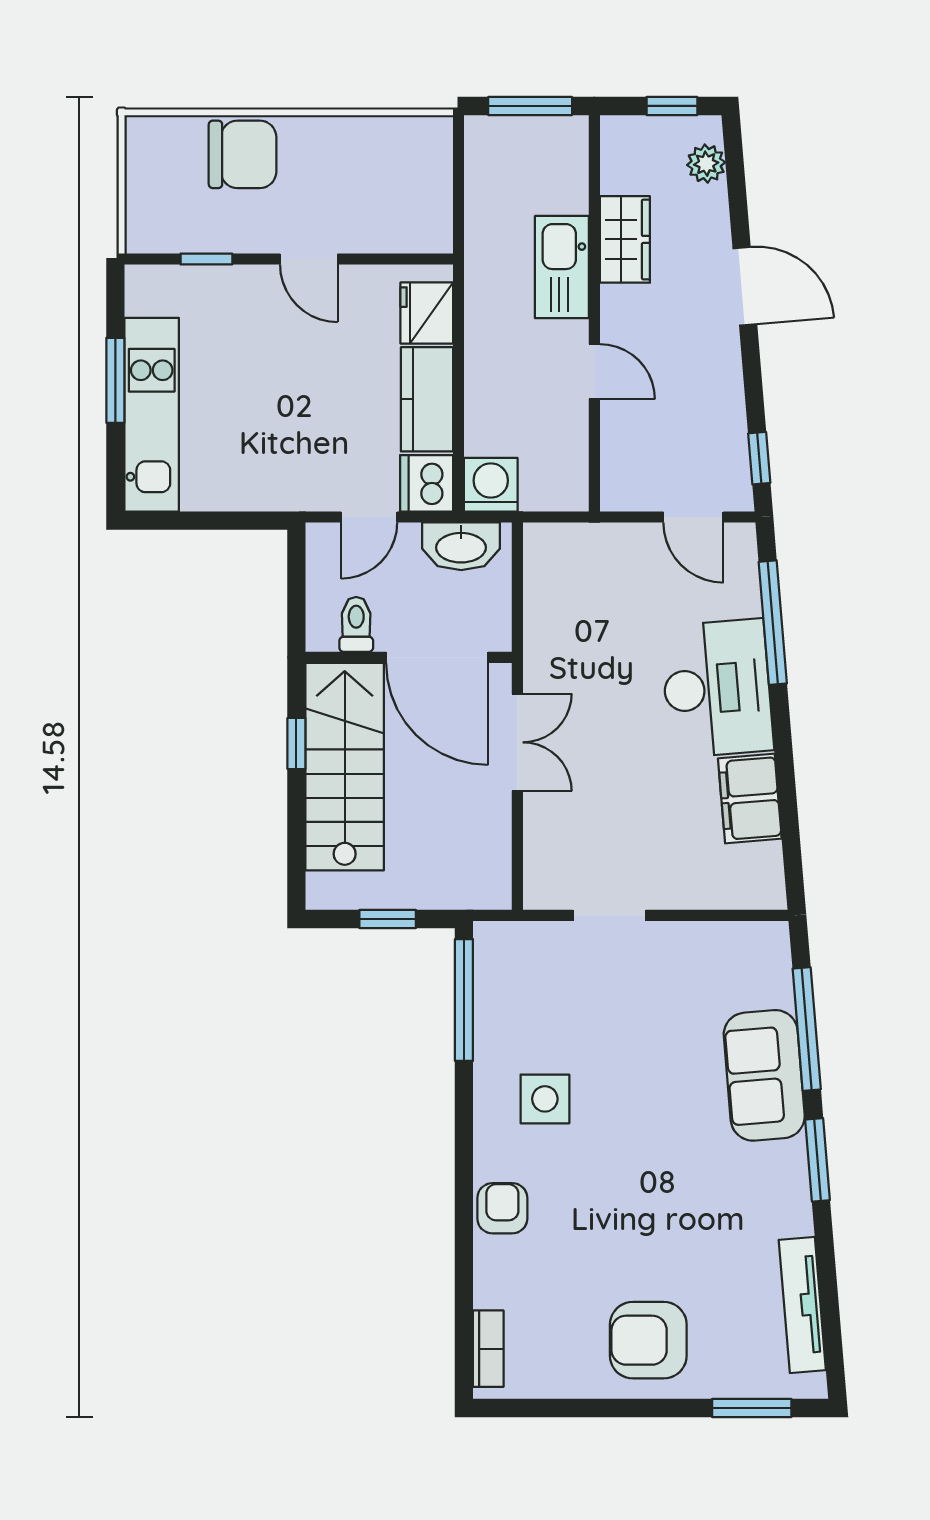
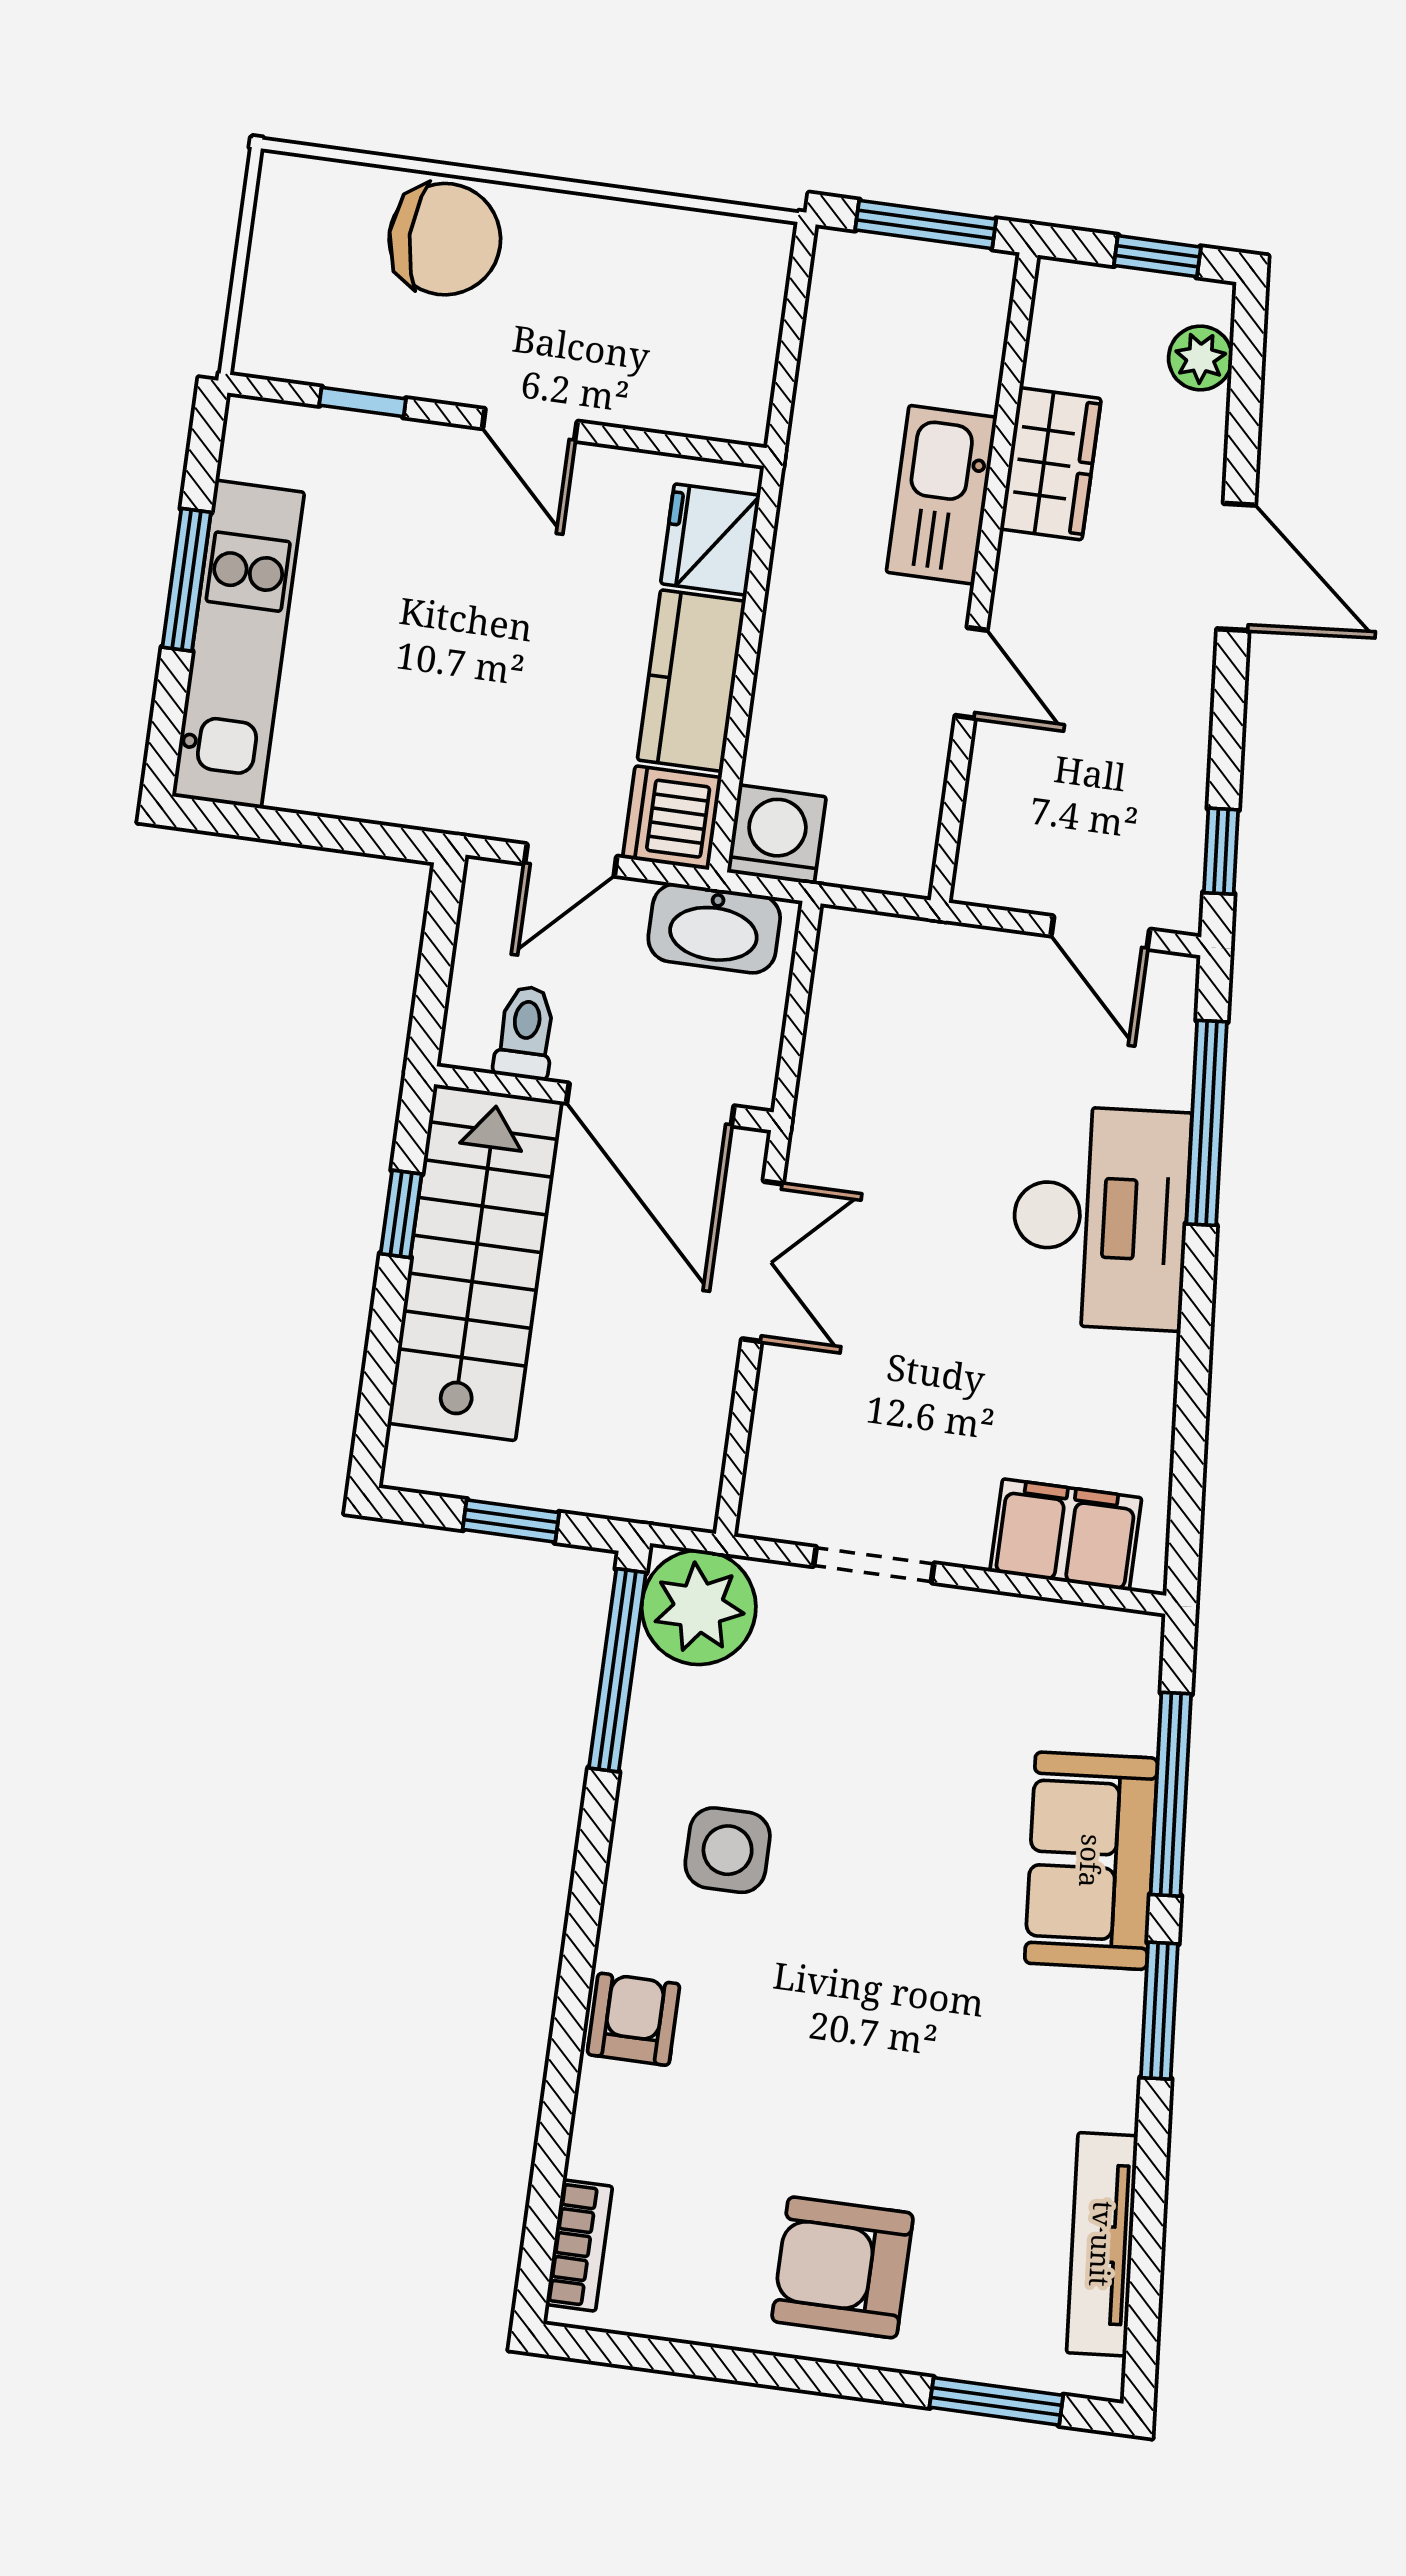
filing cabinet: (750, 799) -> (1066, 1535), moved, turned 95
plant: (508, 956) -> (699, 1607), added

